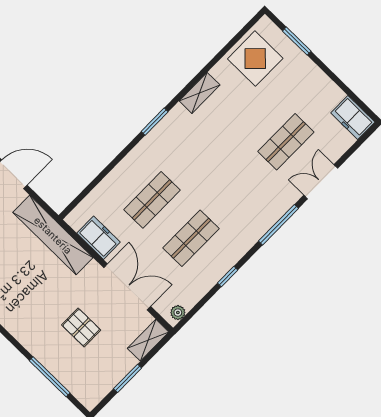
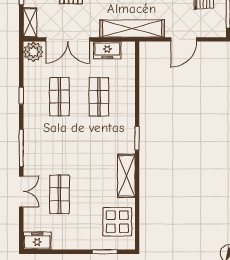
shelving: (200, 93) -> (126, 176), width x1.50, depth x1.33
plant: (178, 313) -> (33, 52), width x1.88, depth x1.88

